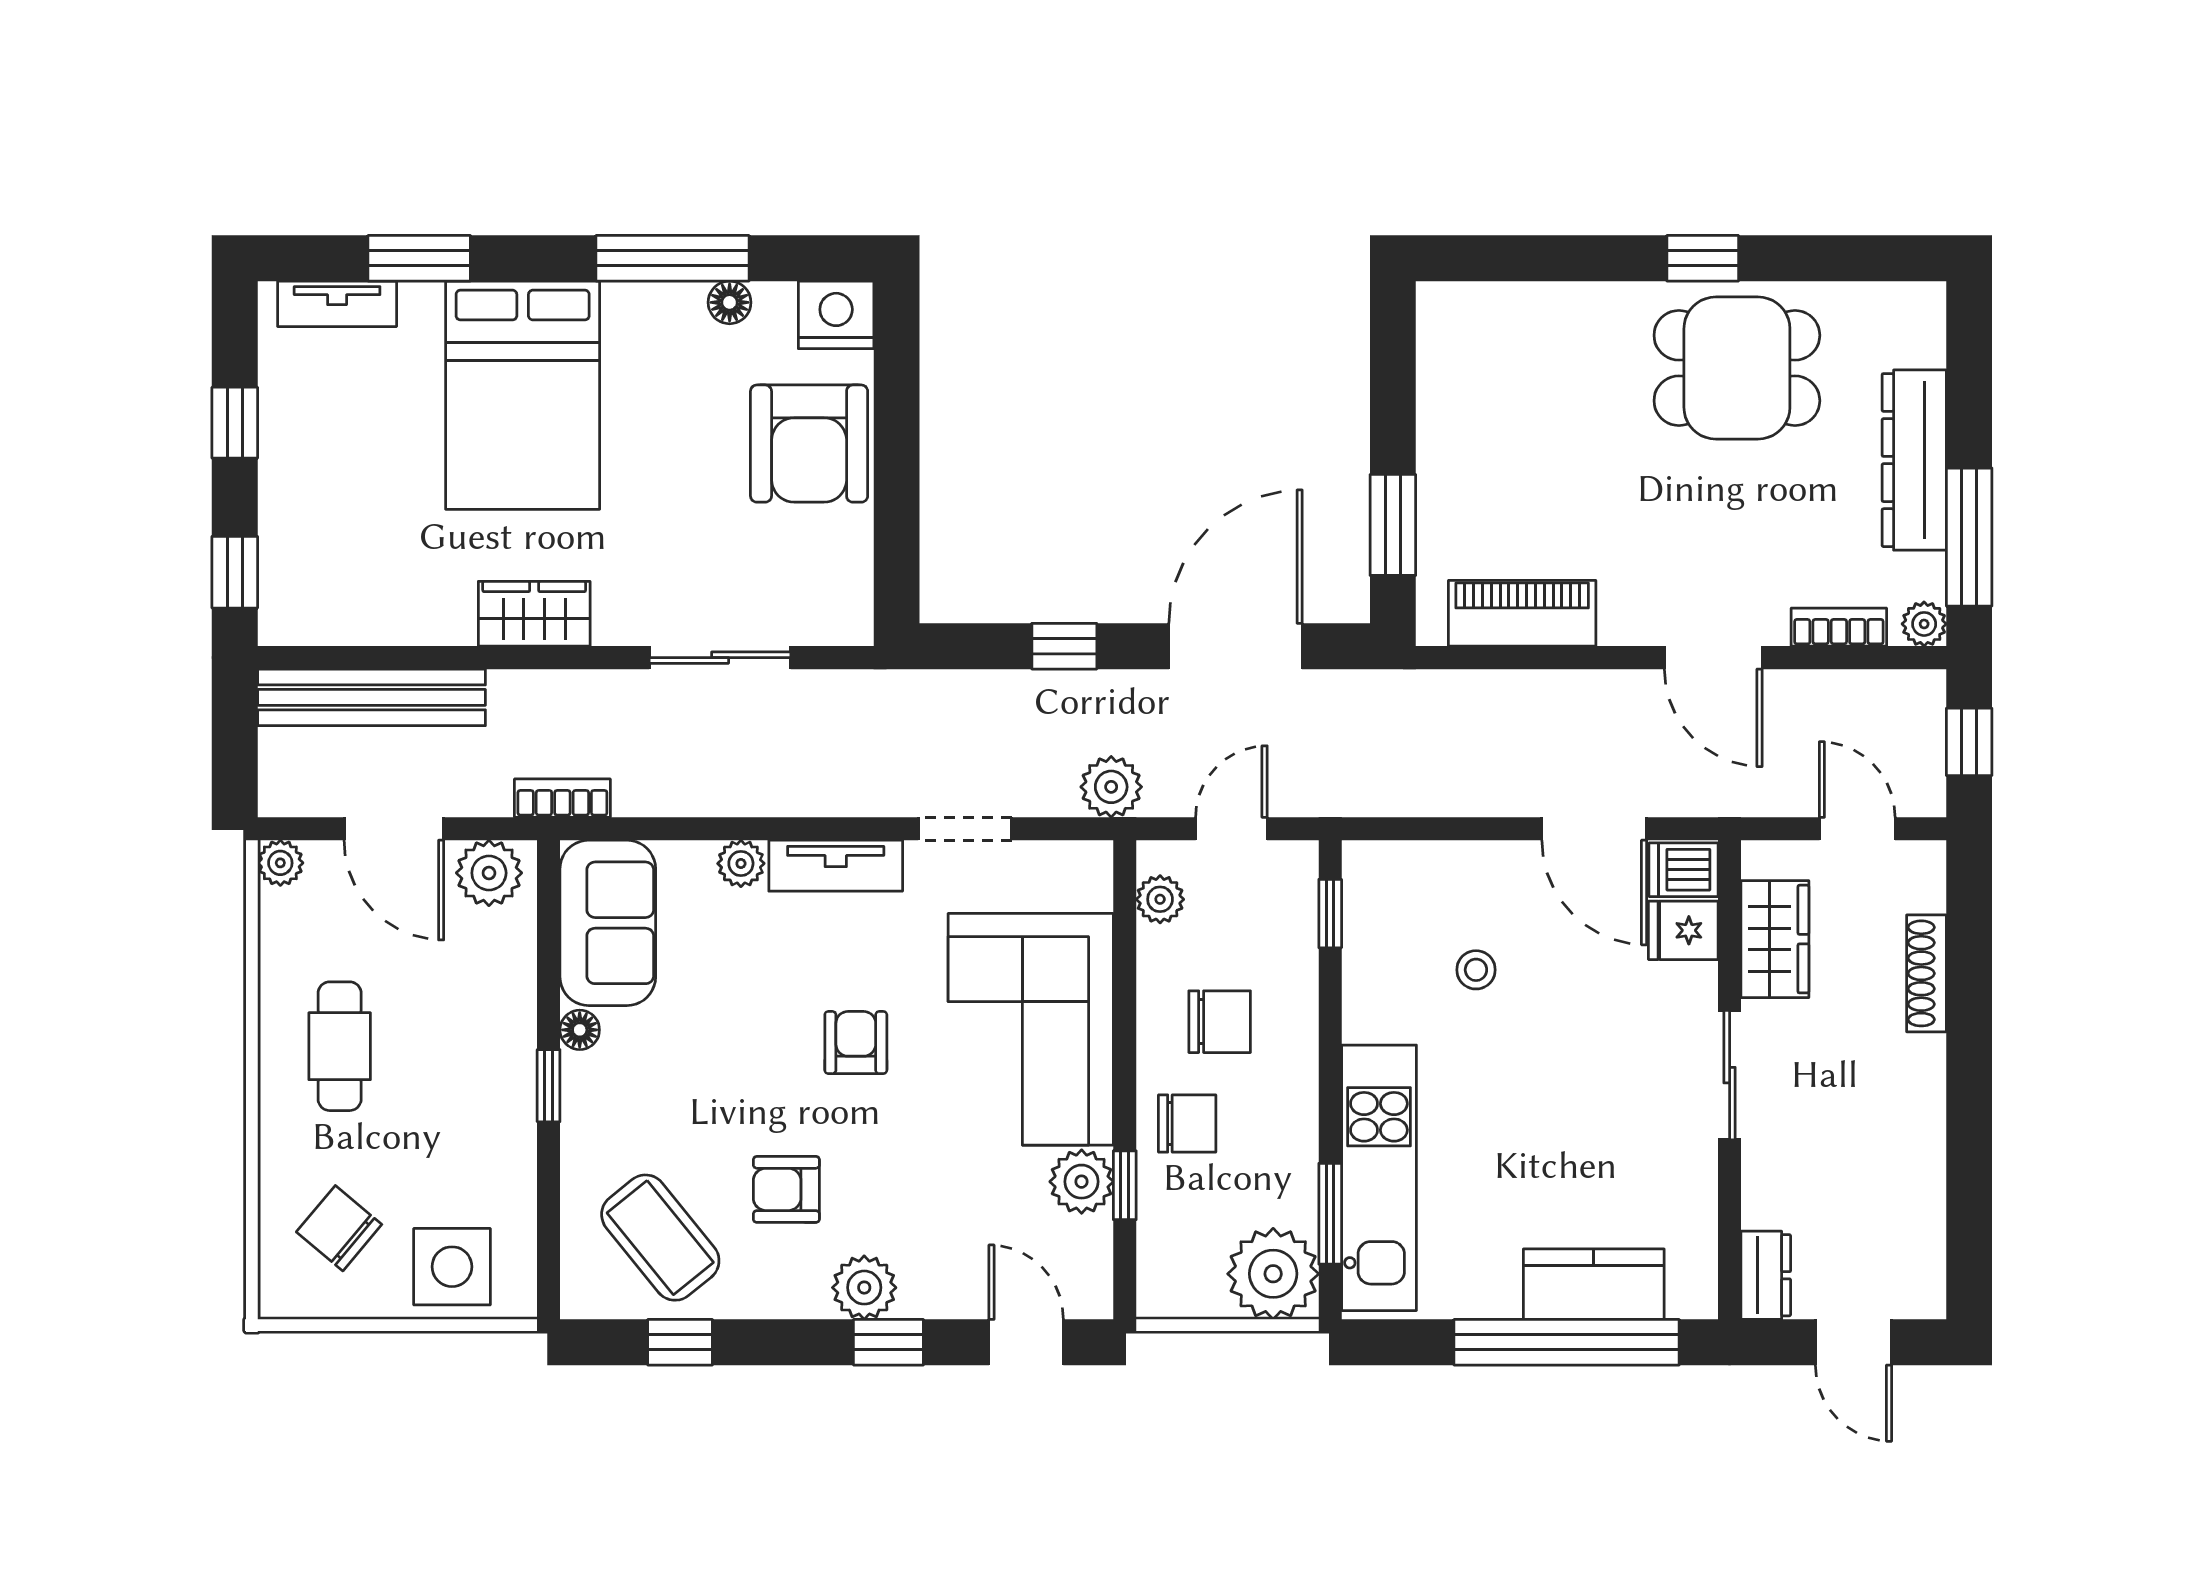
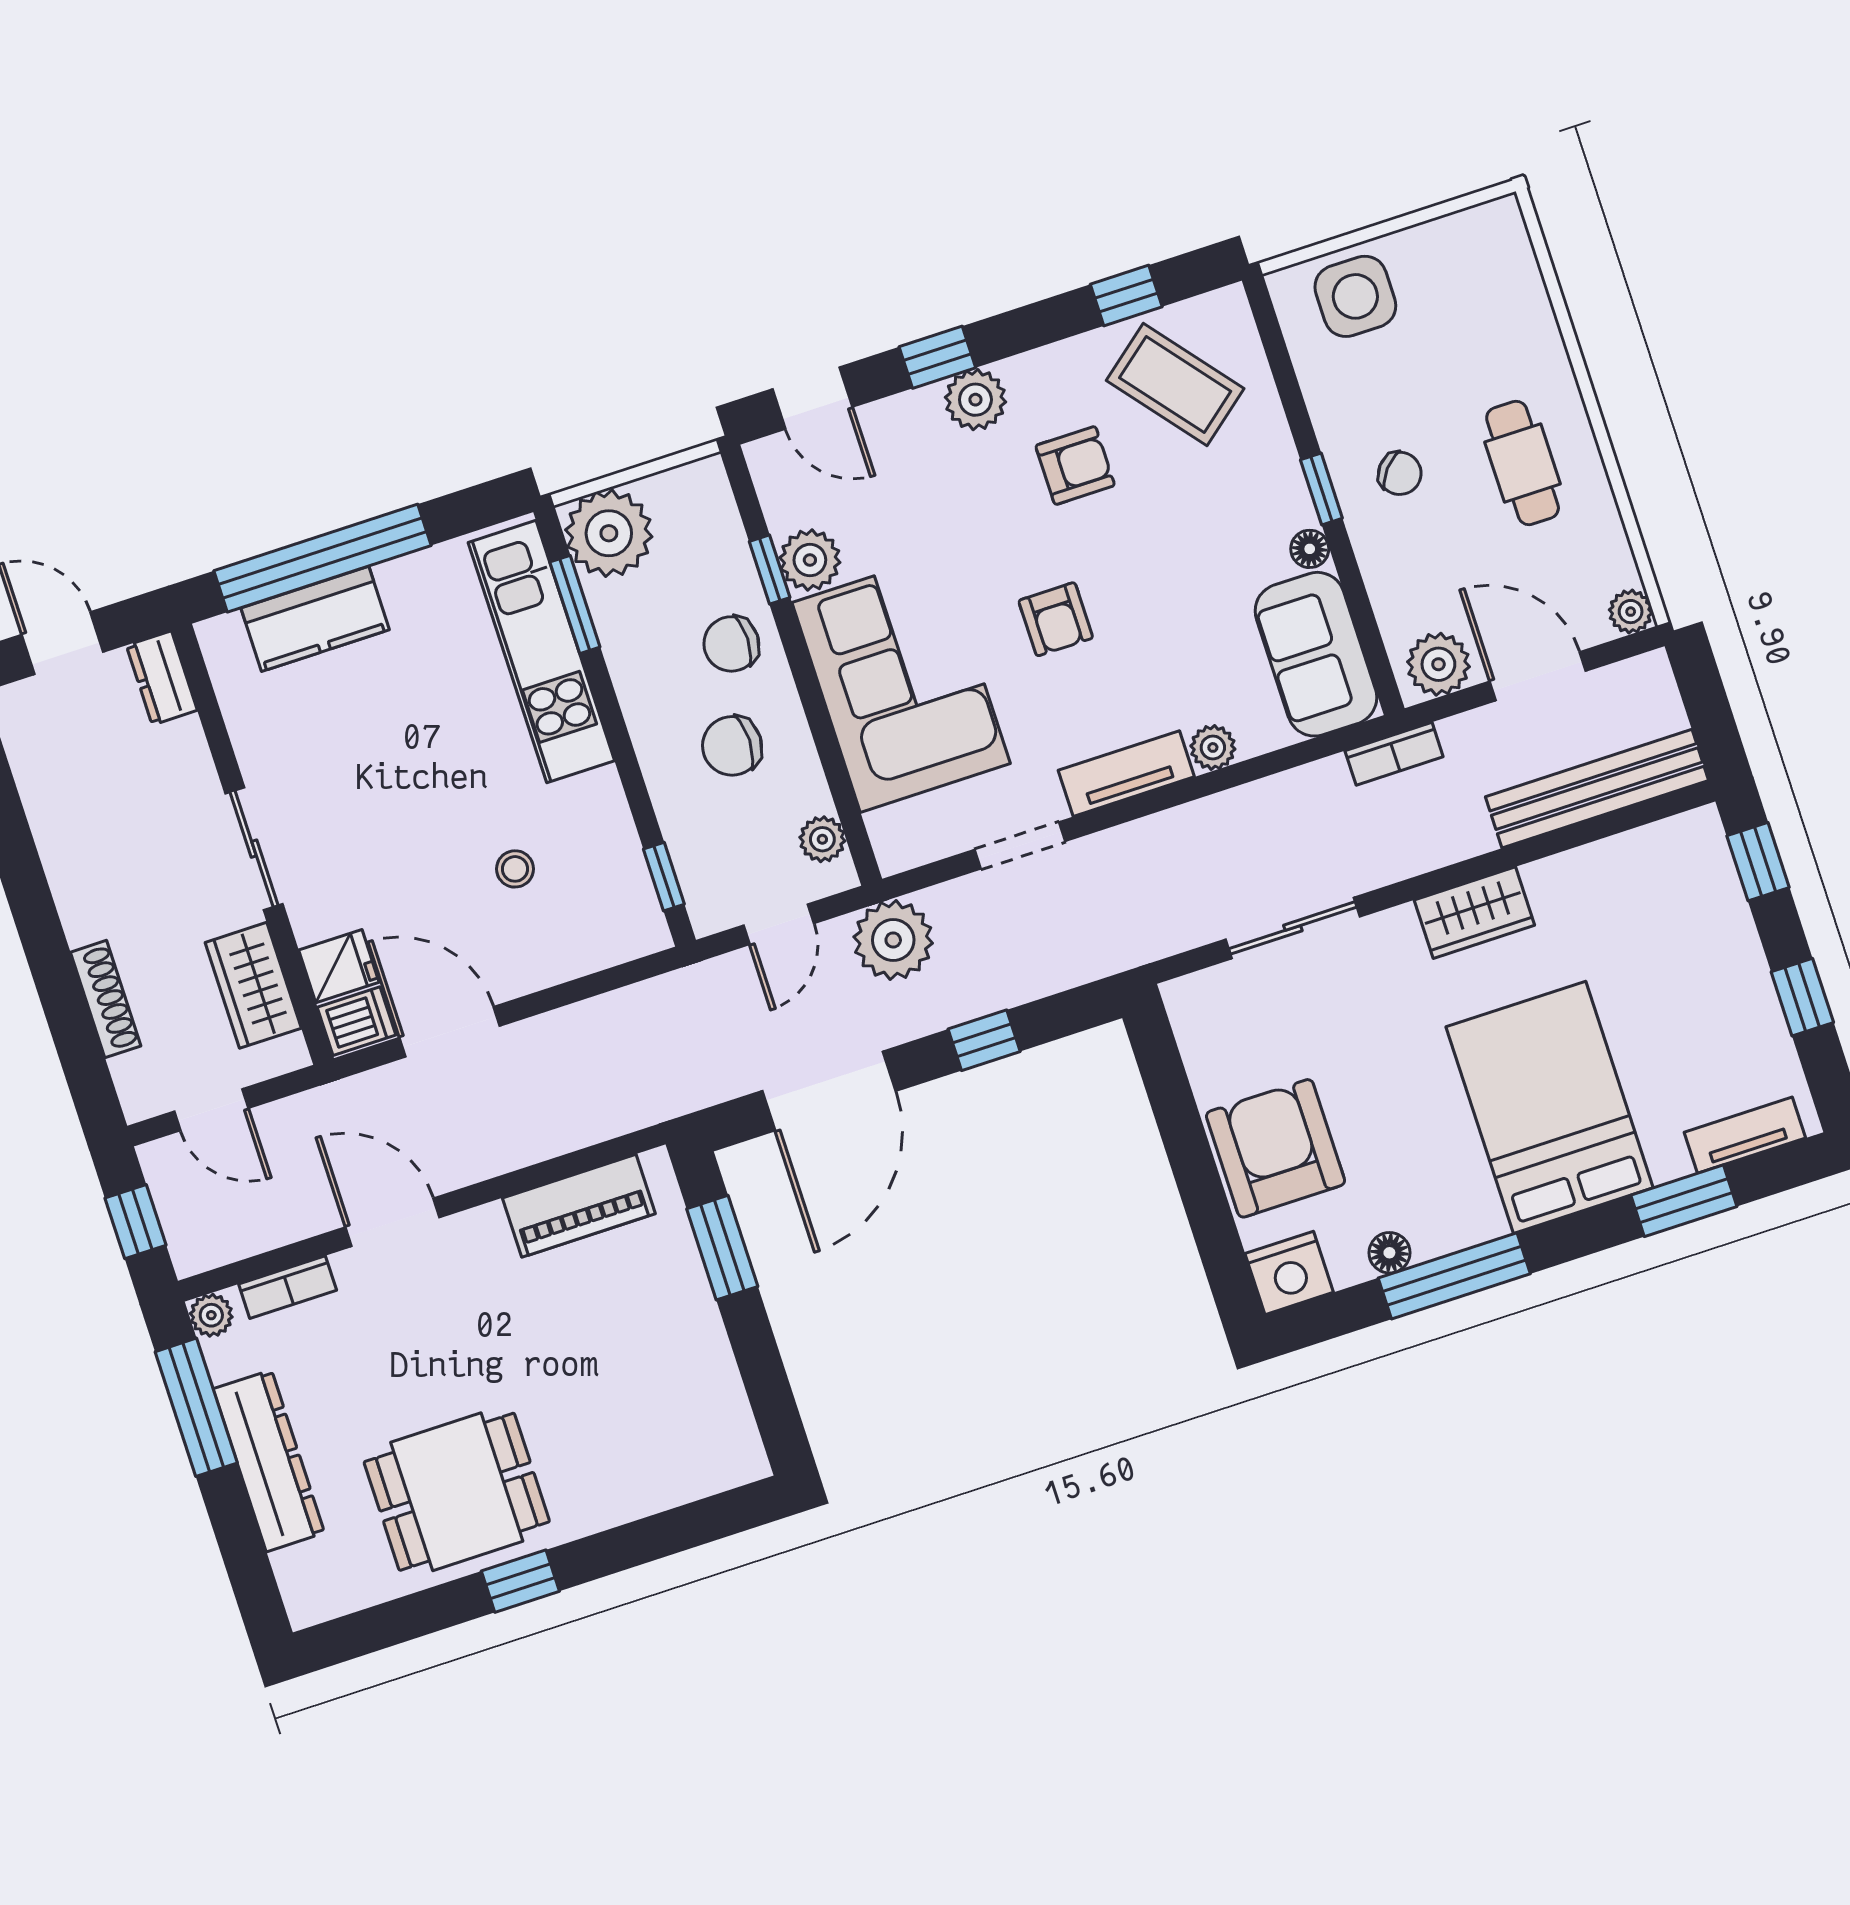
plant: (1111, 787) -> (893, 940), width x1.36, depth x1.36
chair: (339, 1228) -> (1400, 473), moved, width x0.73, depth x0.73

